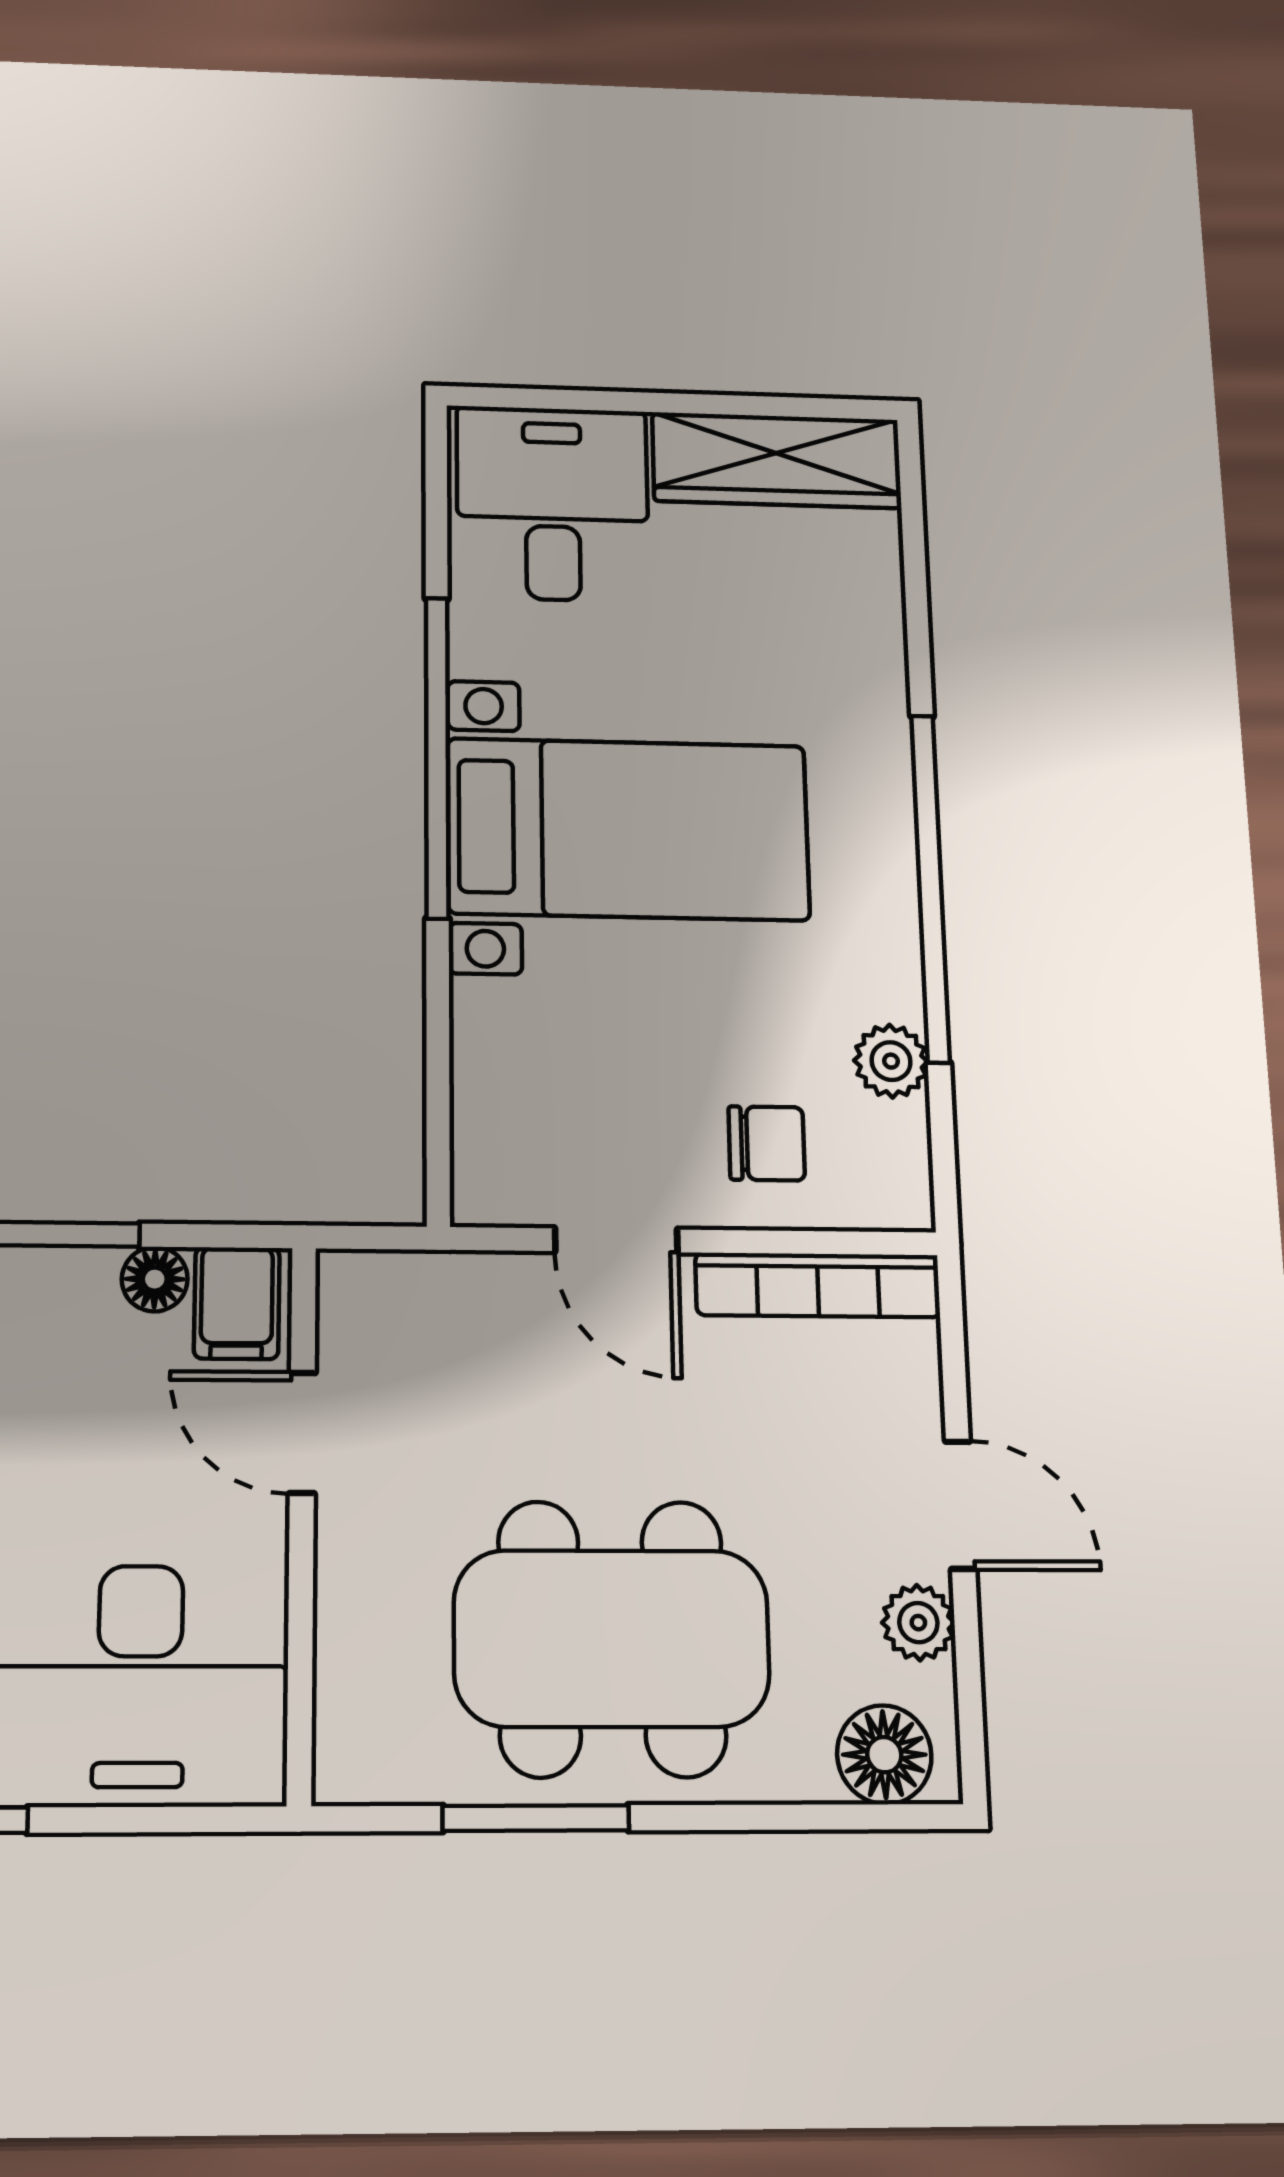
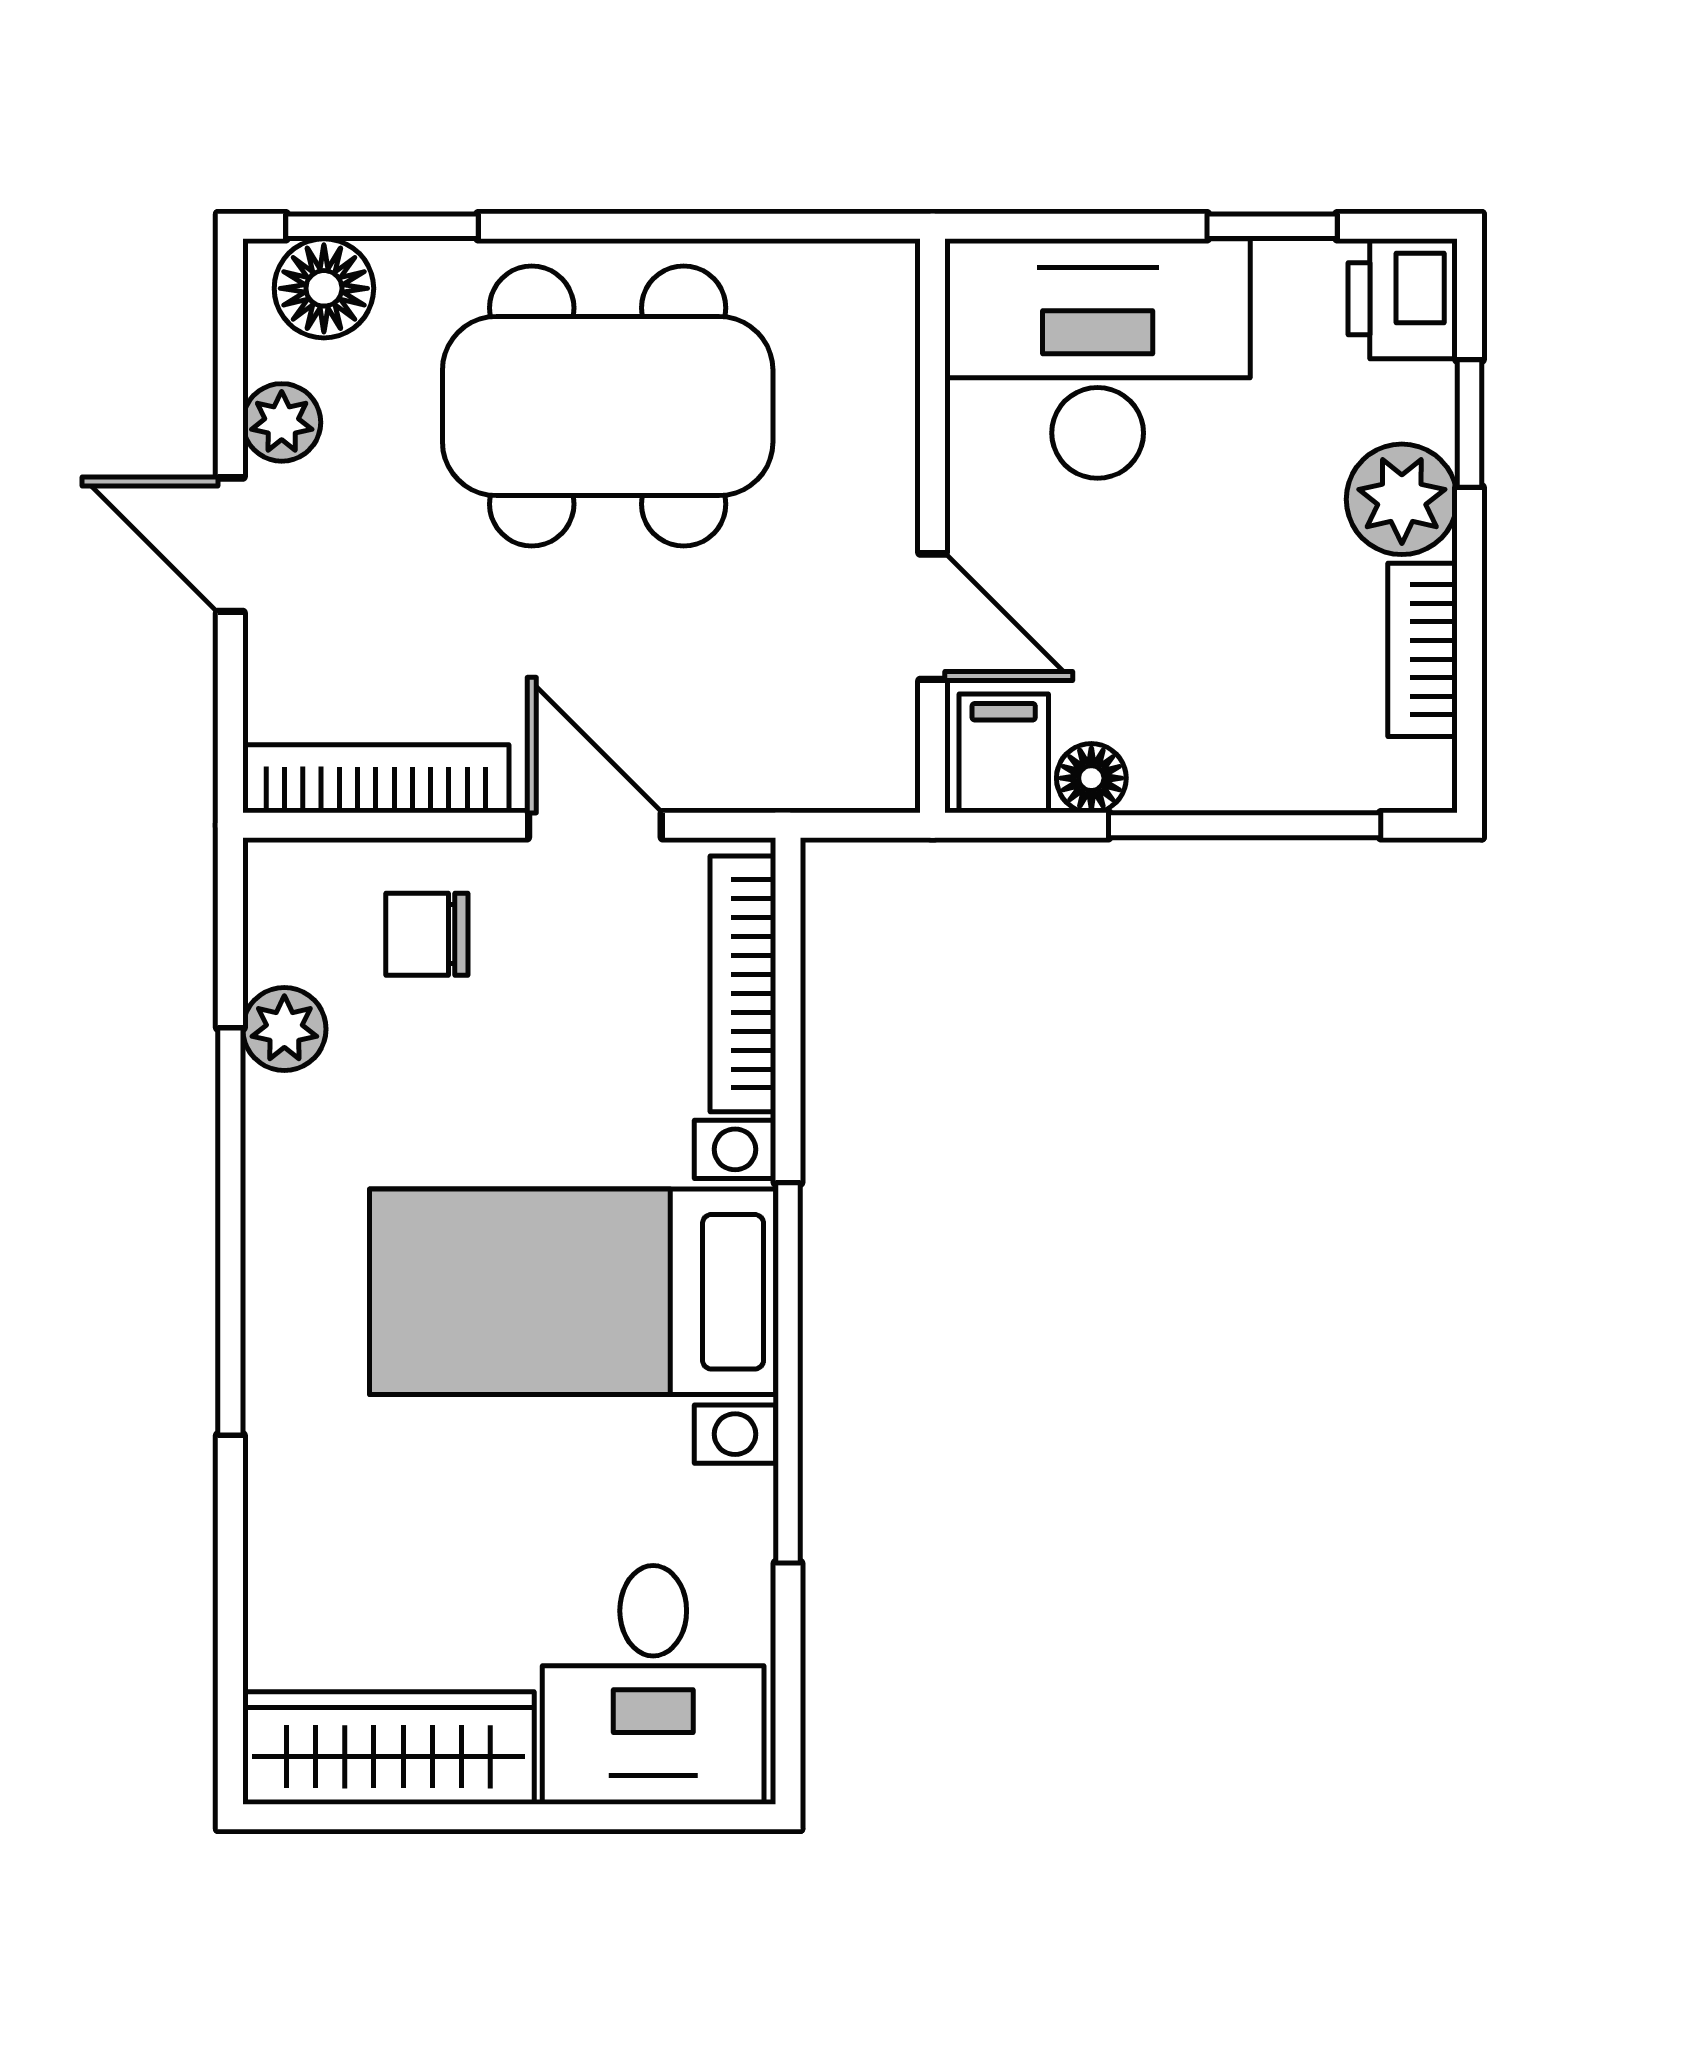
bookcase: (479, 1095) -> (743, 984), added
window: (536, 1818) -> (382, 226), moved

